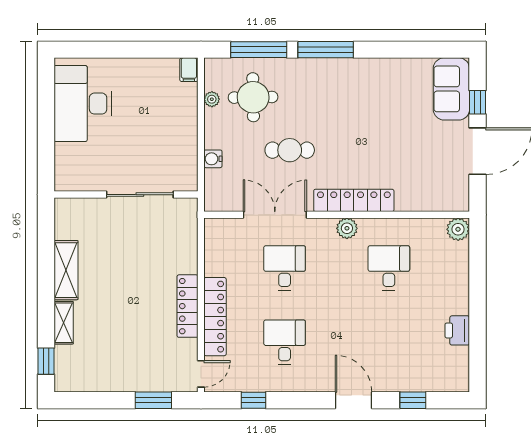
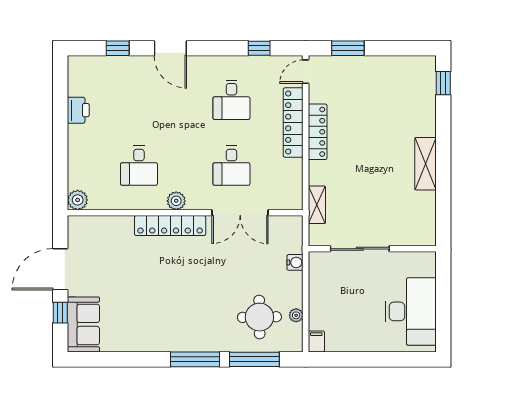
cafe table: (290, 150) -> (227, 270), removed
wall: (126, 195) -> (372, 249), moved
sliding door: (140, 195) -> (360, 249), moved
shelving: (64, 323) -> (317, 205), moved

